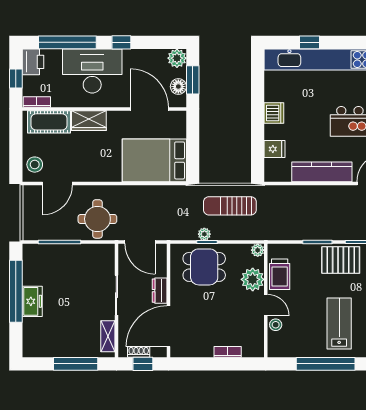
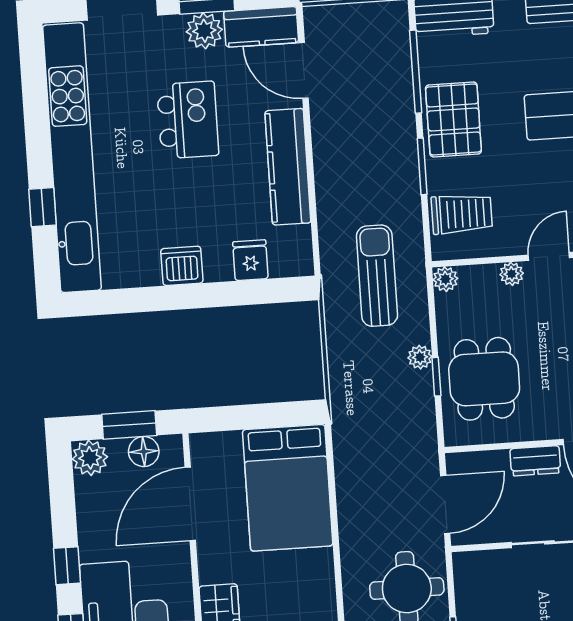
sun lounger: (230, 206) -> (377, 276), moved, turned 180
plant: (204, 234) -> (420, 357), moved
trolley: (280, 274) -> (462, 214), moved
plant: (253, 279) -> (512, 274), width x0.53, depth x0.53

